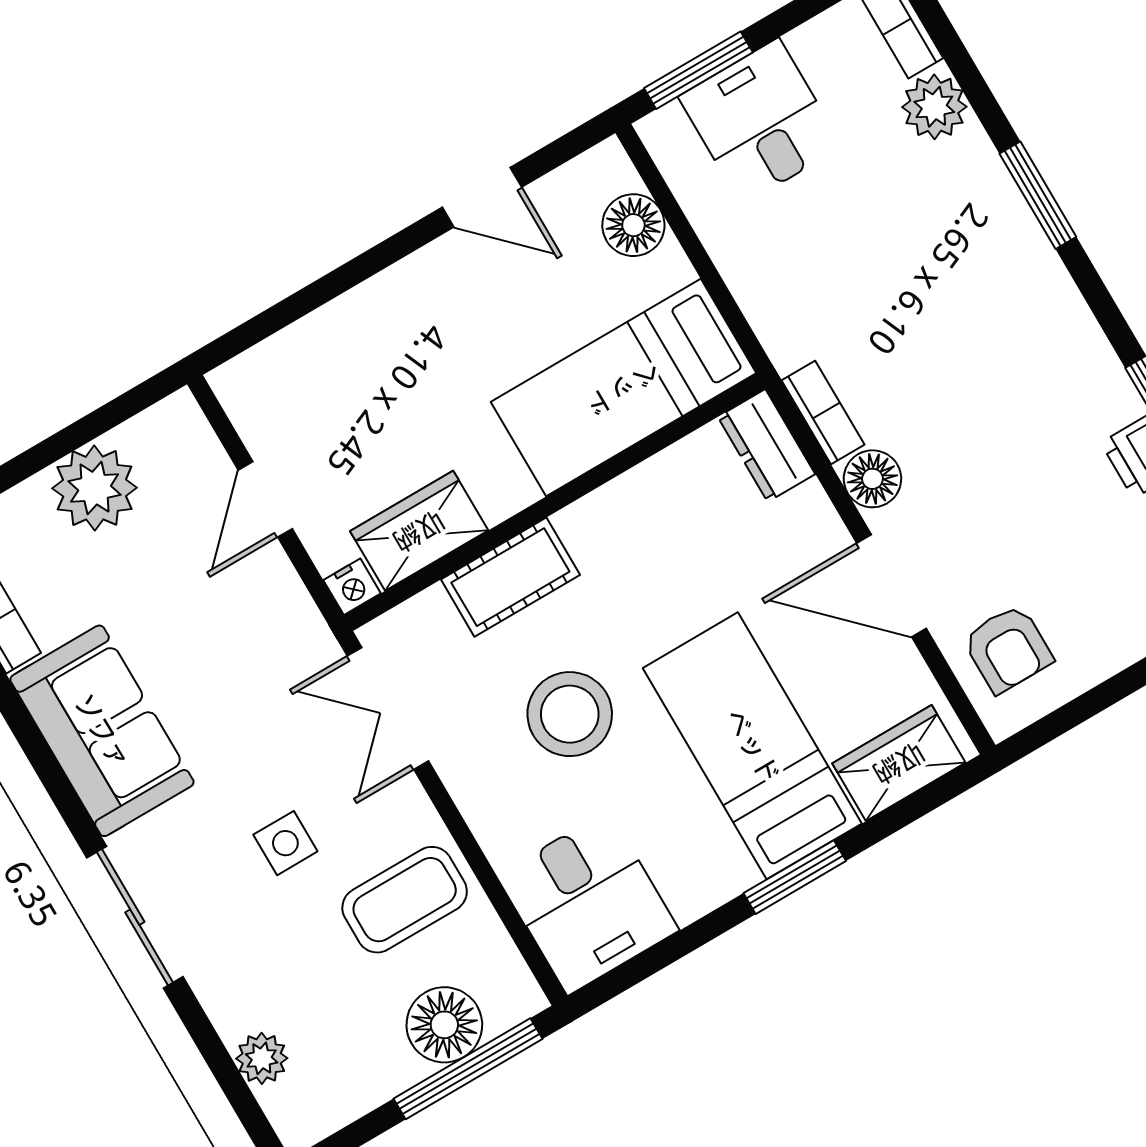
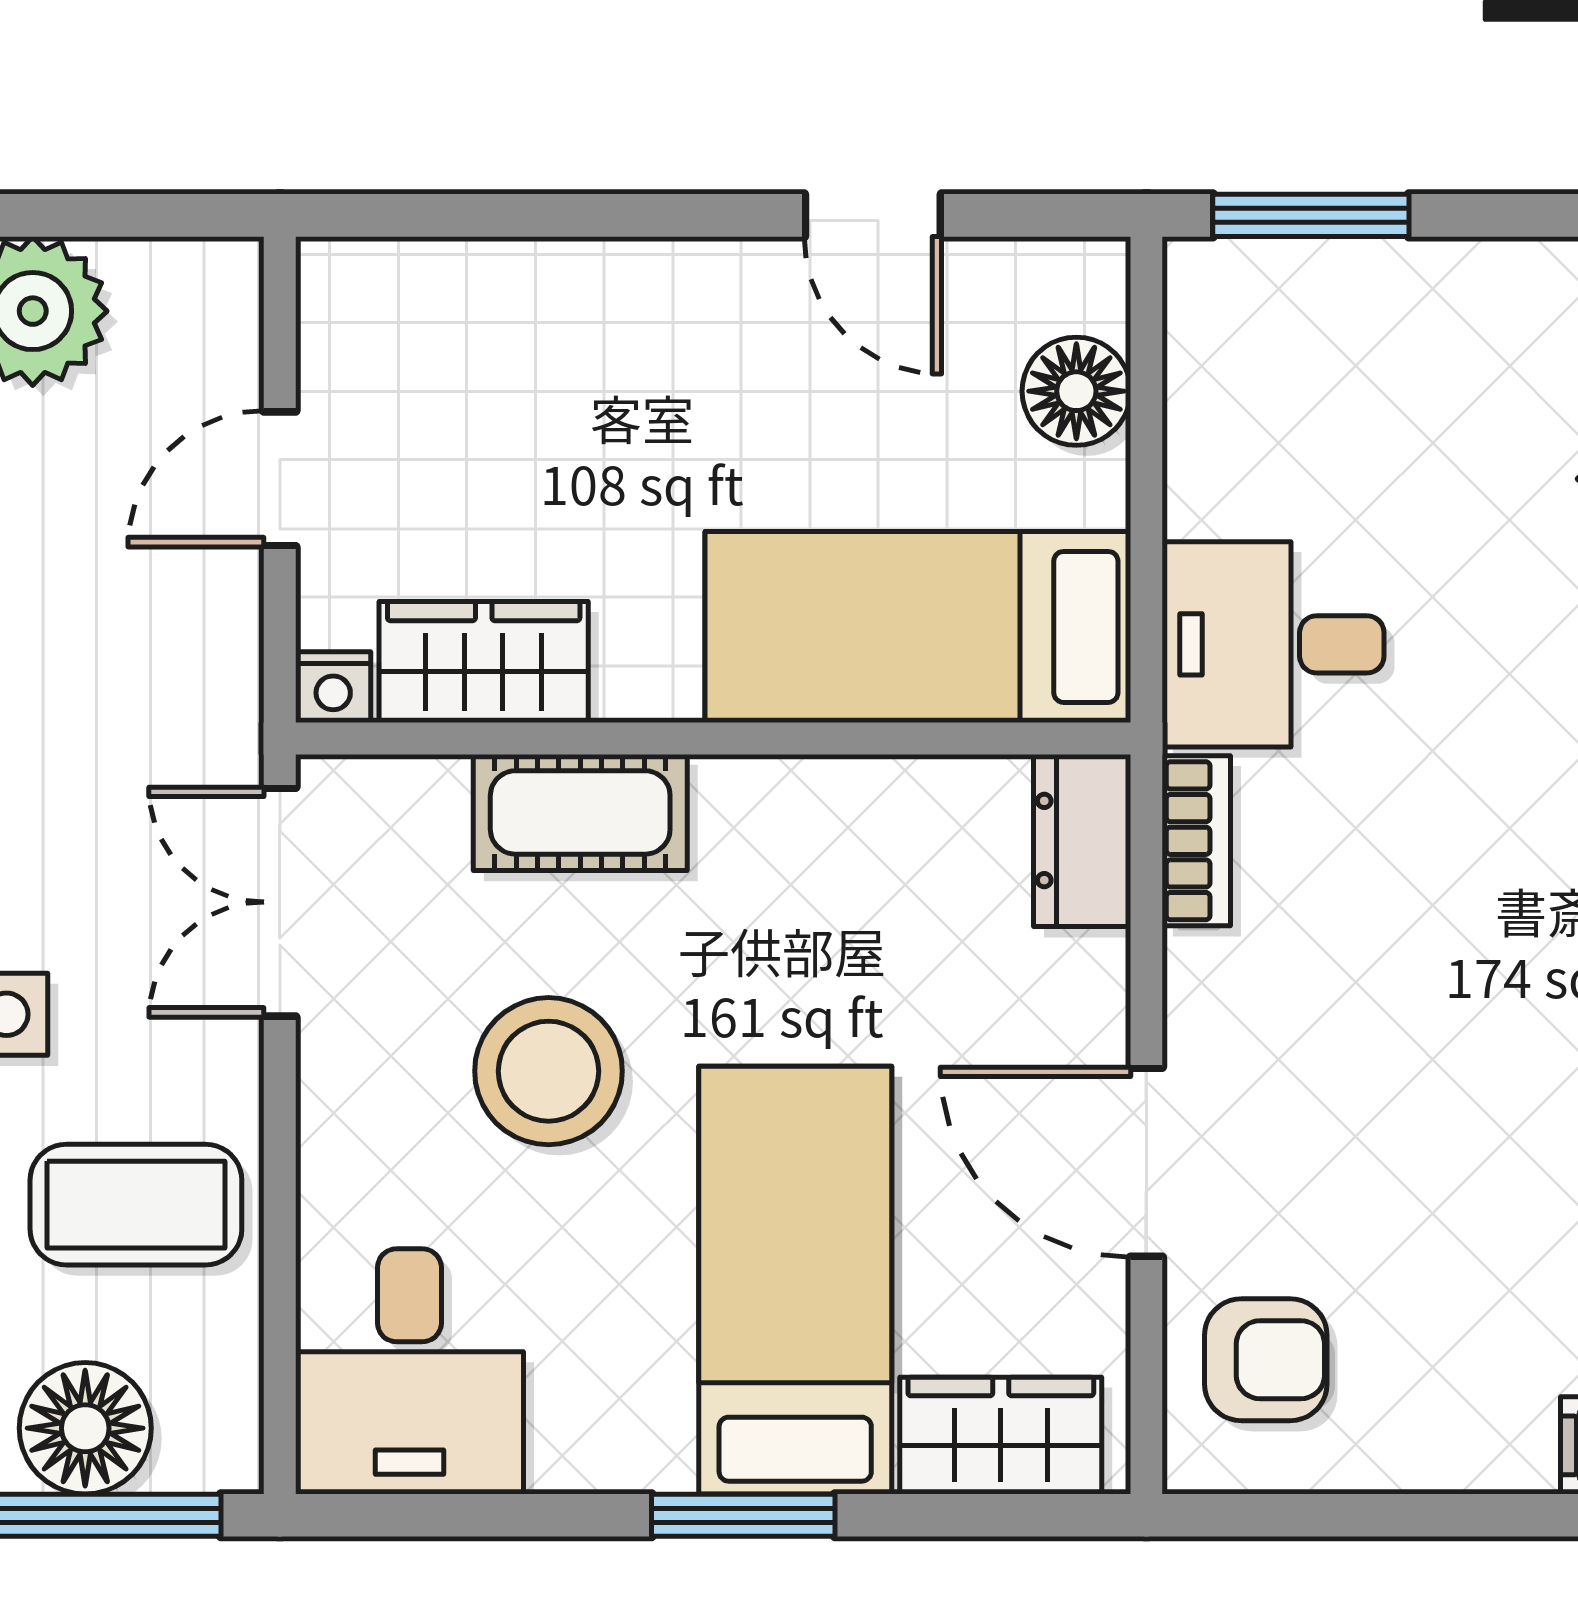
desk: (760, 122) -> (1273, 644), moved, turned -90
floor lamp: (872, 479) -> (1212, 984), removed
armchair: (1008, 649) -> (1266, 1360), turned -90

